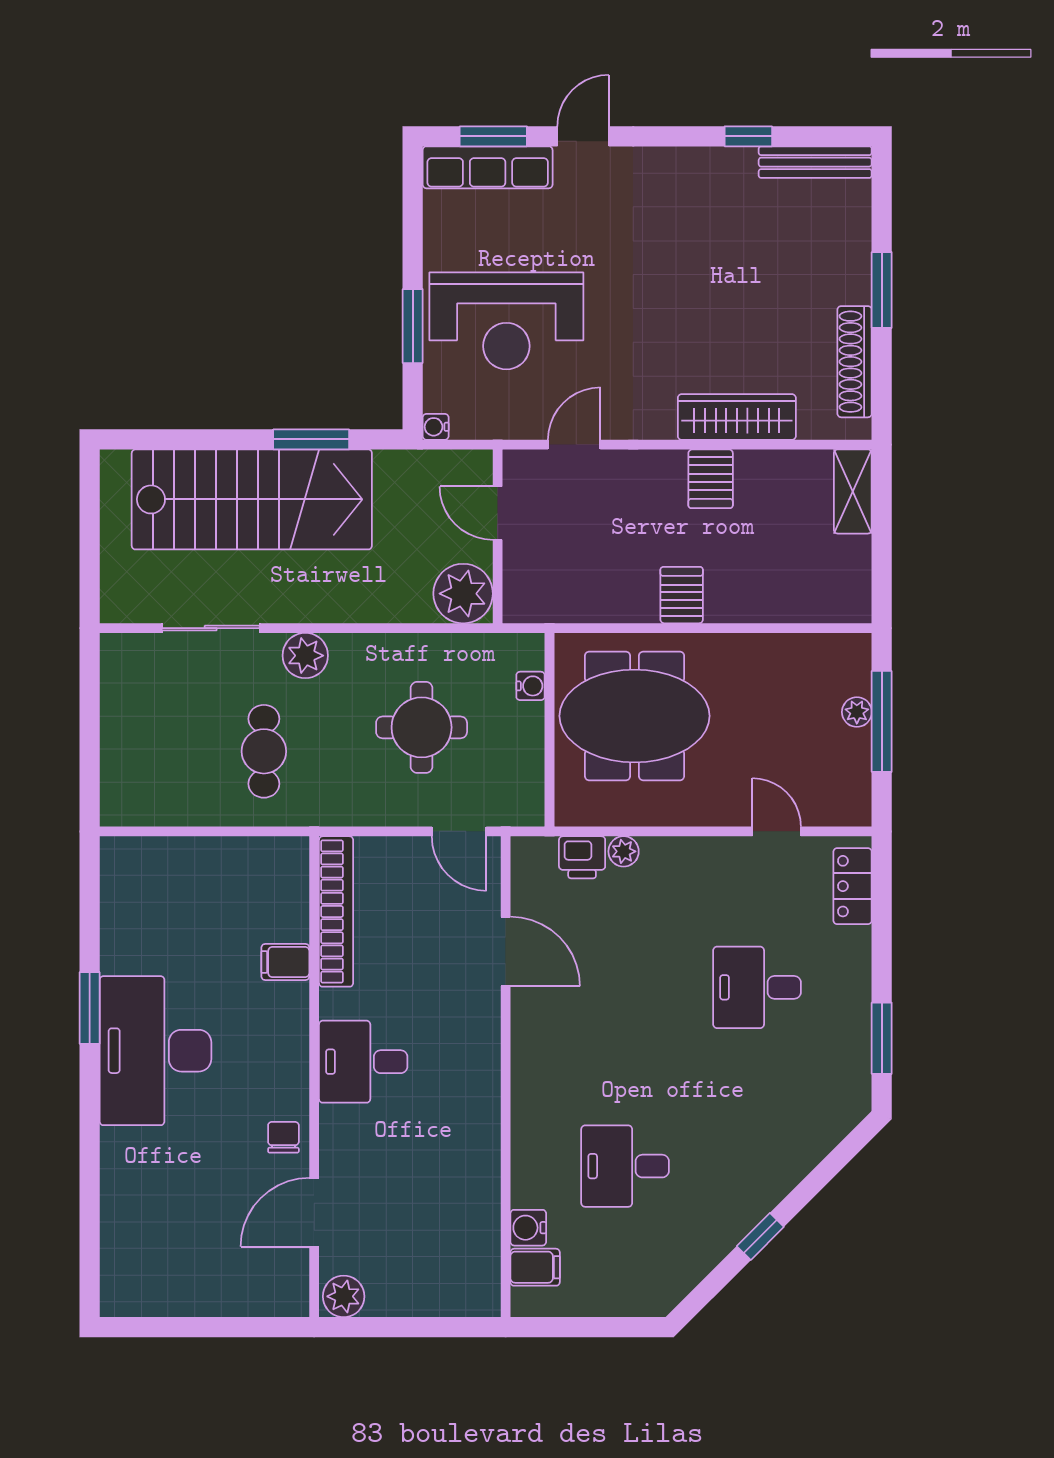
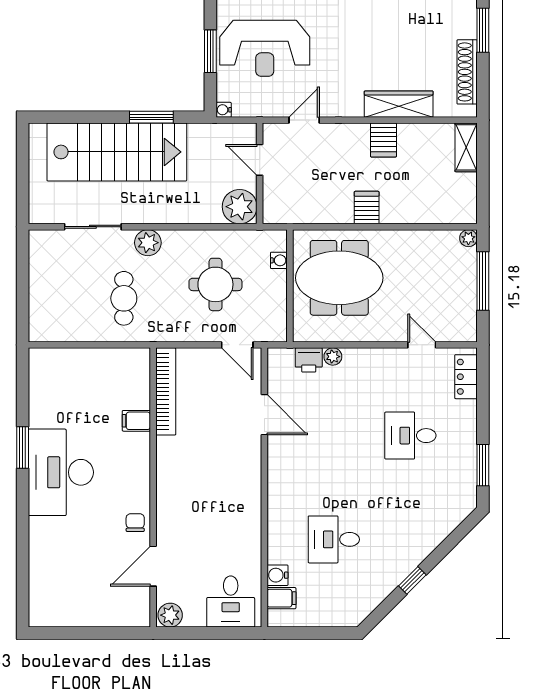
plant: (857, 712) -> (468, 238), moved
desk: (363, 1062) -> (231, 602), moved, turned -90

